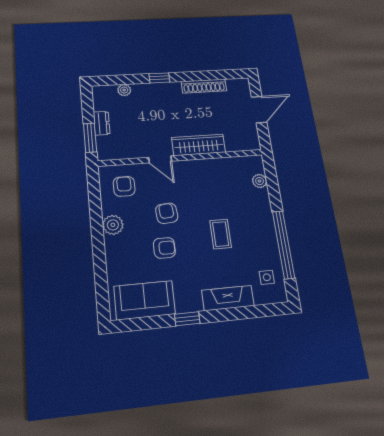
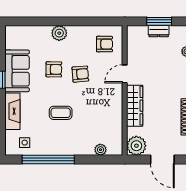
window: (90, 138) -> (159, 21), moved
plant: (247, 140) -> (136, 146), added
plant: (113, 225) -> (59, 33), moved
armchair: (164, 248) -> (54, 69), turned -89
sofa: (145, 300) -> (17, 71), moved

